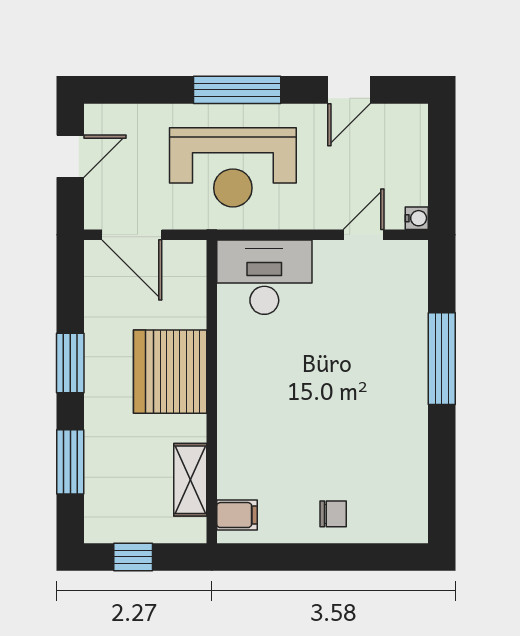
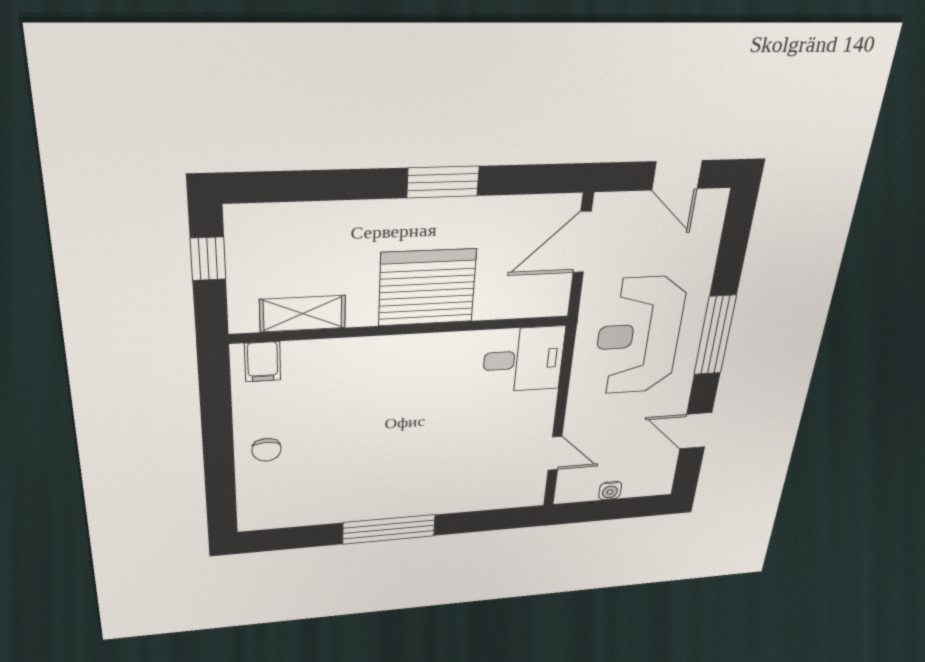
water cooler: (417, 218) -> (610, 491), moved
desk: (264, 277) -> (523, 360), width x0.73
window: (442, 359) -> (389, 529), moved
window: (70, 462) -> (324, 185), removed

